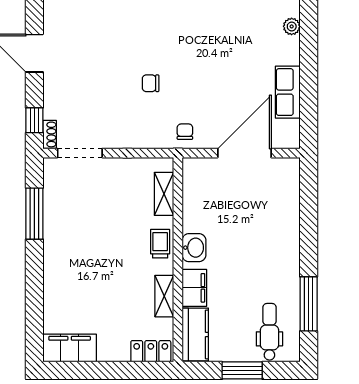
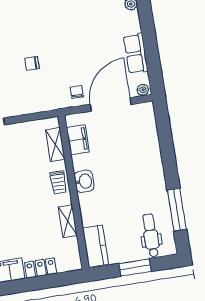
chair: (185, 132) -> (77, 92), moved
plant: (289, 141) -> (143, 90), added
trolley: (160, 244) -> (58, 182), turned 180
filing cabinet: (194, 288) -> (78, 140), moved
locker: (151, 351) -> (41, 268), moved

